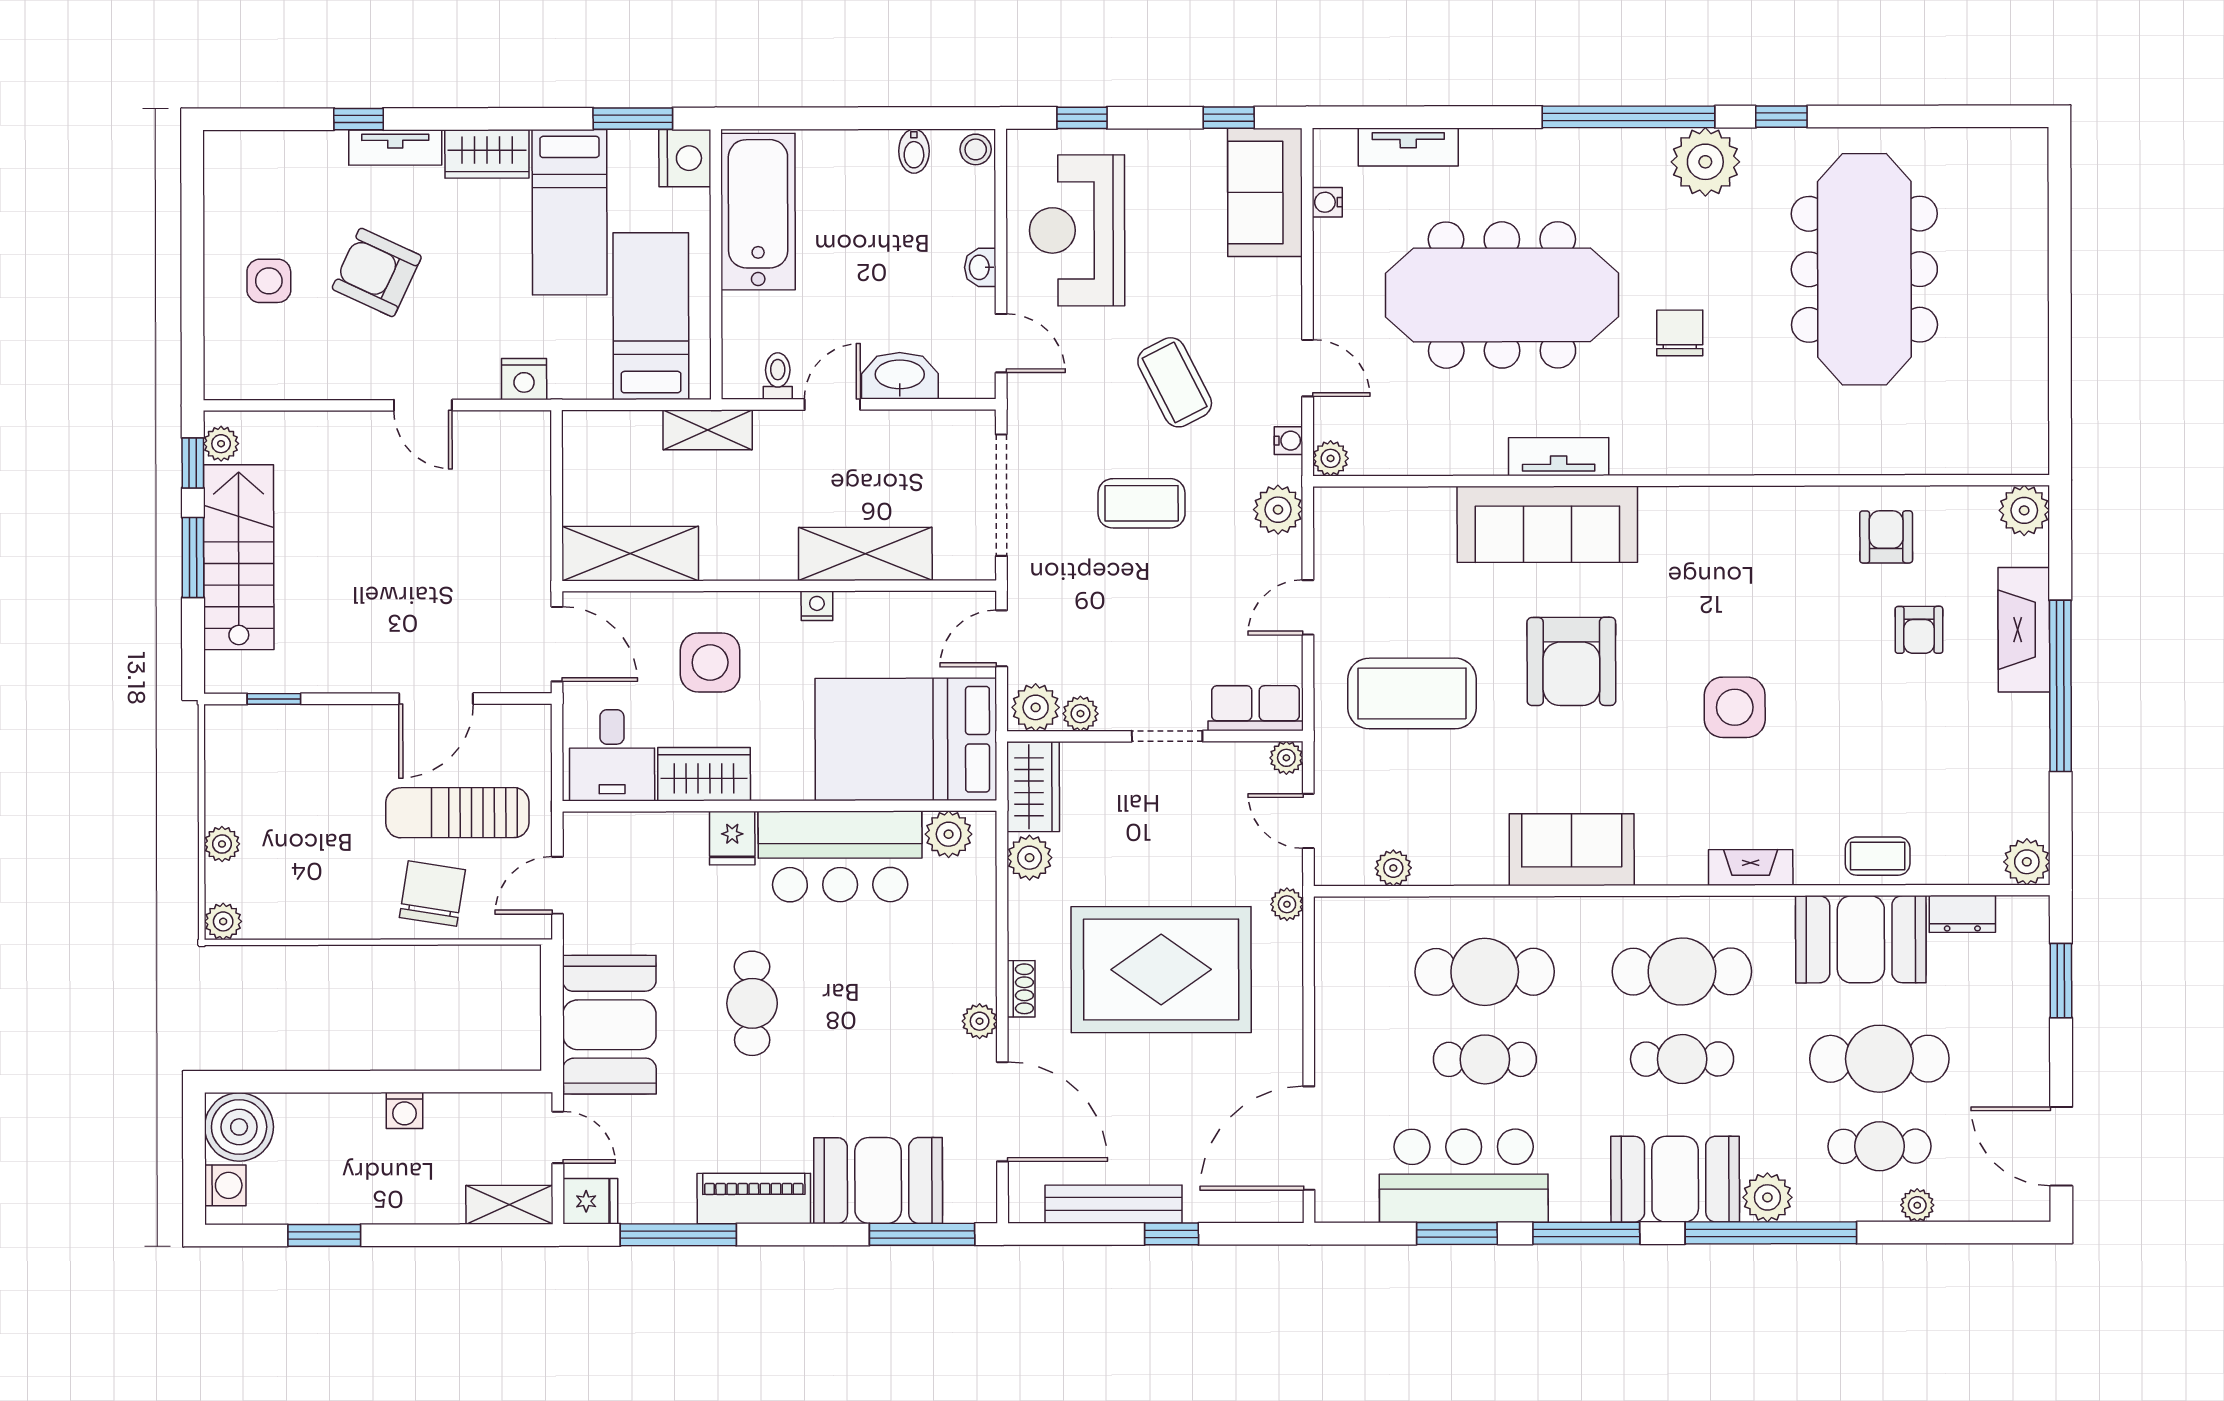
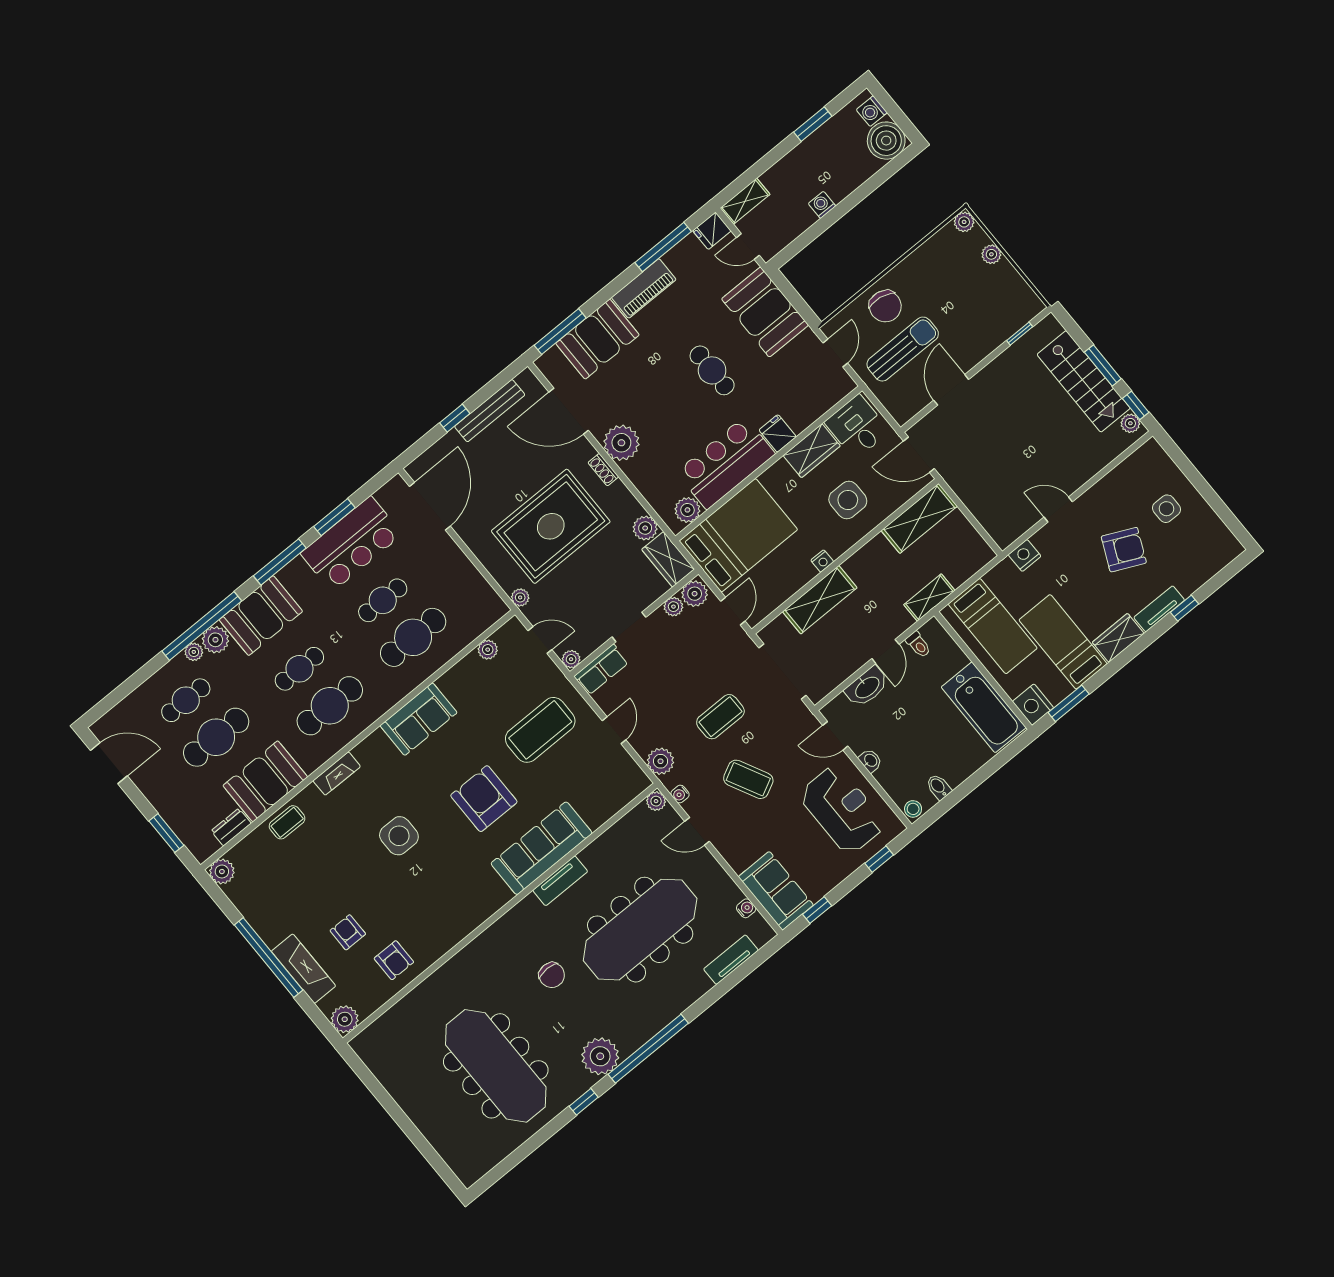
plant: (980, 1021) -> (621, 443), width x1.87, depth x1.87
plant: (1917, 1205) -> (194, 652), moved

